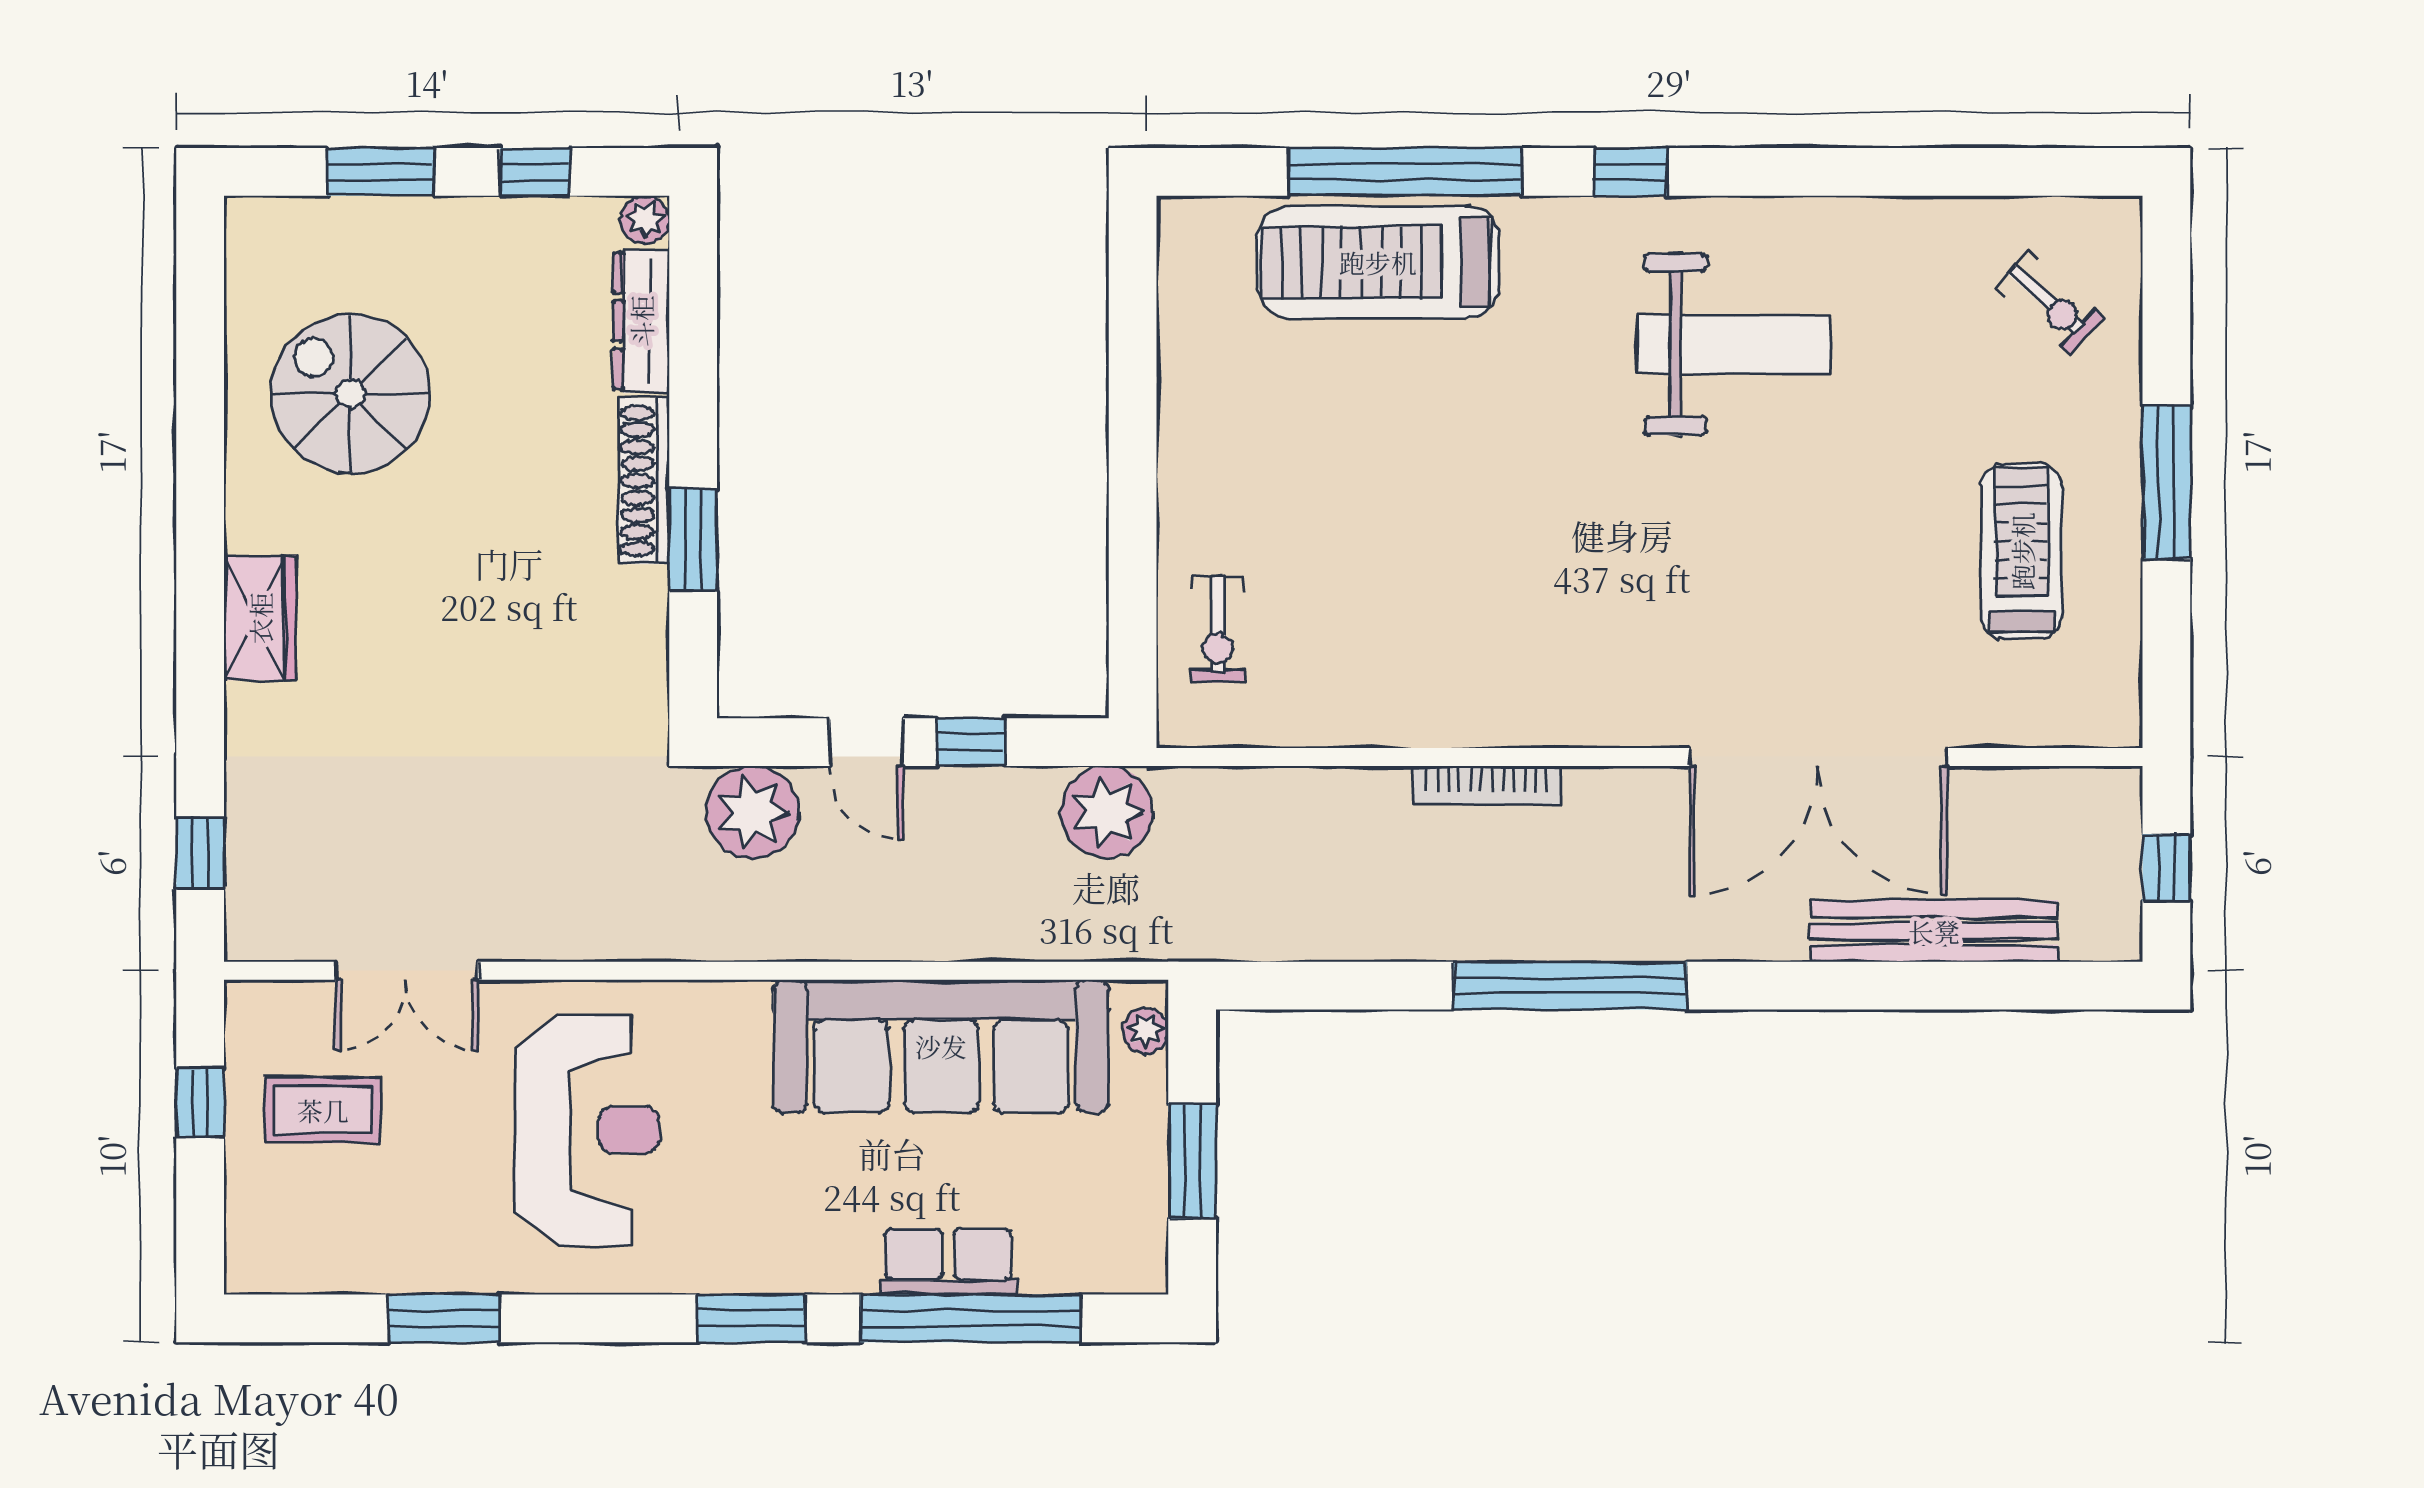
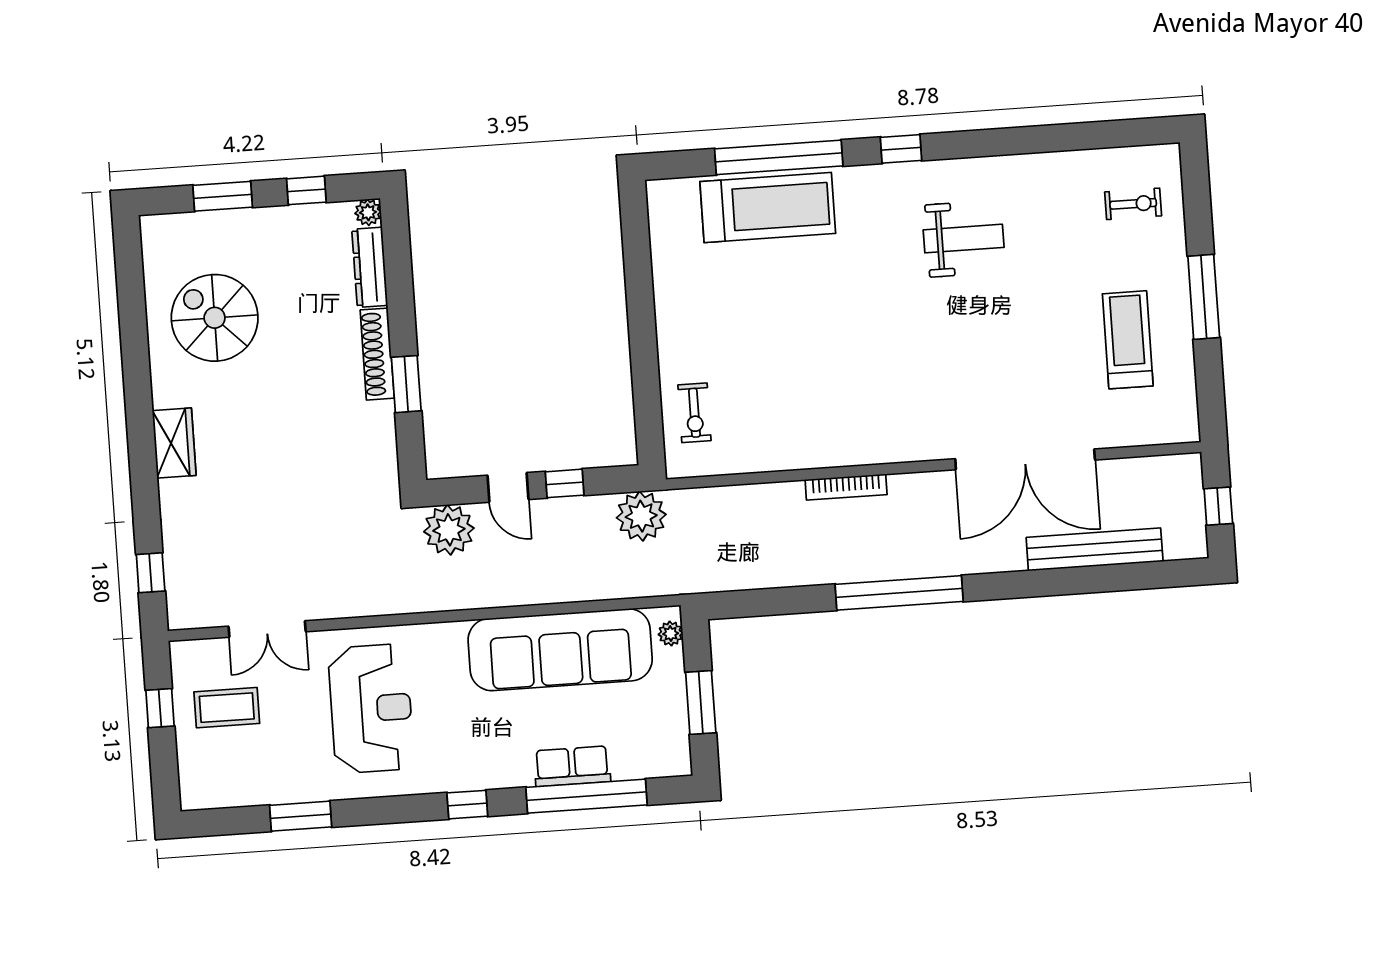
treadmill: (1378, 262) -> (768, 208), turned 180
exercise bike: (2049, 302) -> (1133, 204), turned -42
weight bench: (1734, 344) -> (964, 239), width x0.73, depth x0.75
window: (751, 1318) -> (467, 805), width x0.67

